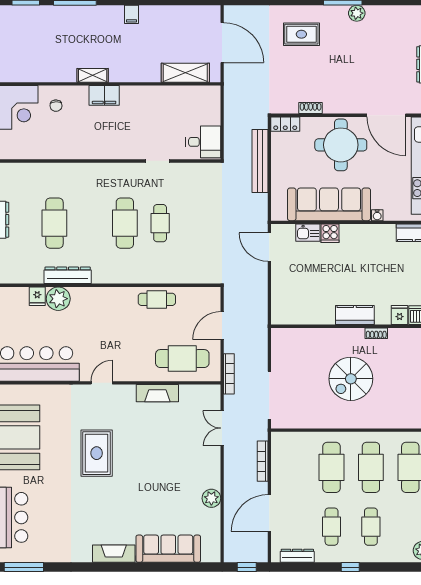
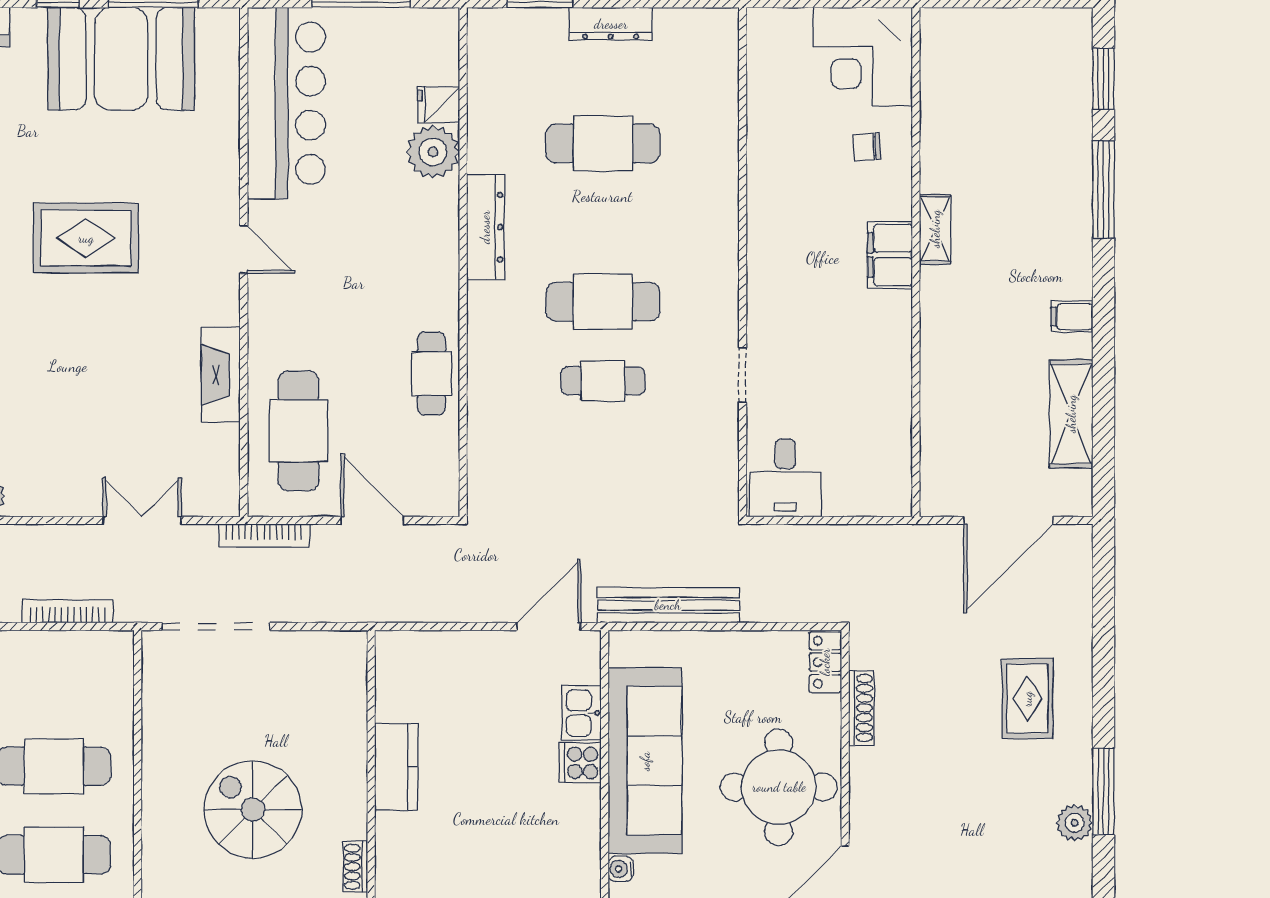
shelving: (185, 73) -> (1071, 414), moved
shoe rack: (311, 108) -> (861, 708), width x1.43
bench: (260, 161) -> (668, 605), moved
dresser: (68, 275) -> (485, 227), moved
kitchen counter: (355, 315) -> (396, 767), moved

